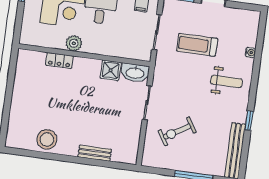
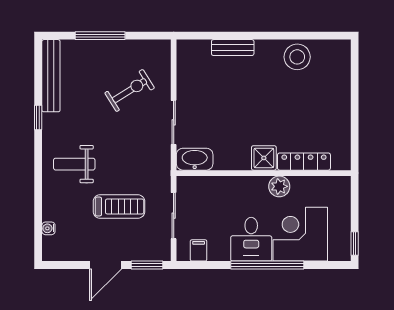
water cooler: (250, 52) -> (48, 228), moved
locker: (59, 61) -> (304, 162), width x1.53
shower: (111, 70) -> (264, 158), moved

